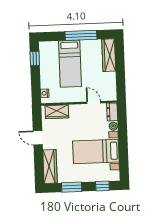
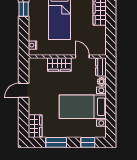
wardrobe: (57, 112) -> (59, 65), moved
door: (38, 138) -> (24, 90), hinge flipped
wardrobe: (50, 167) -> (35, 126), width x0.67

